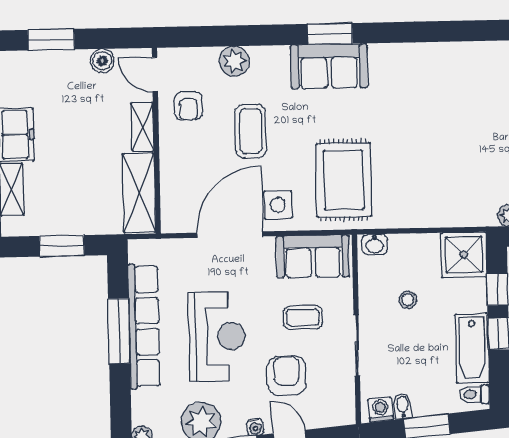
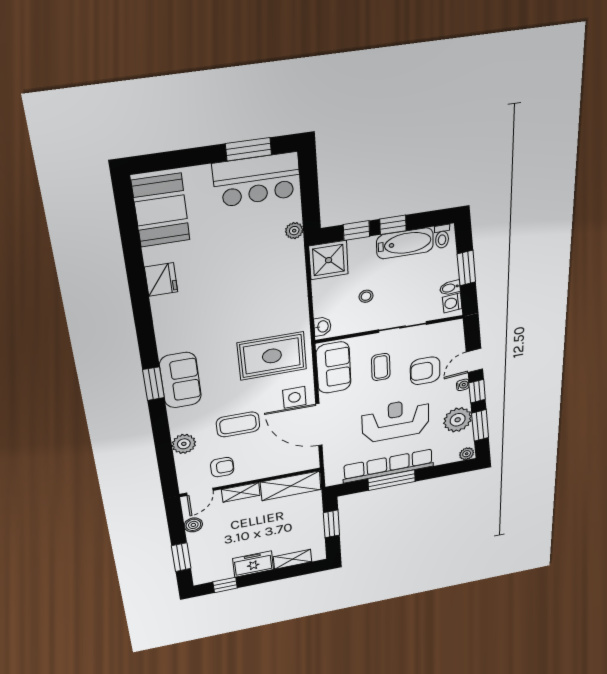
fridge: (469, 58) -> (161, 280), added

